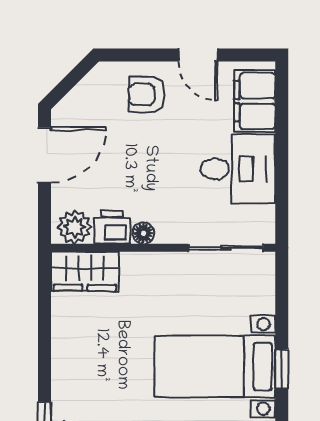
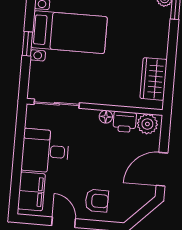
wardrobe: (85, 271) -> (154, 79), moved, turned -90
window: (282, 369) -> (27, 44), moved

